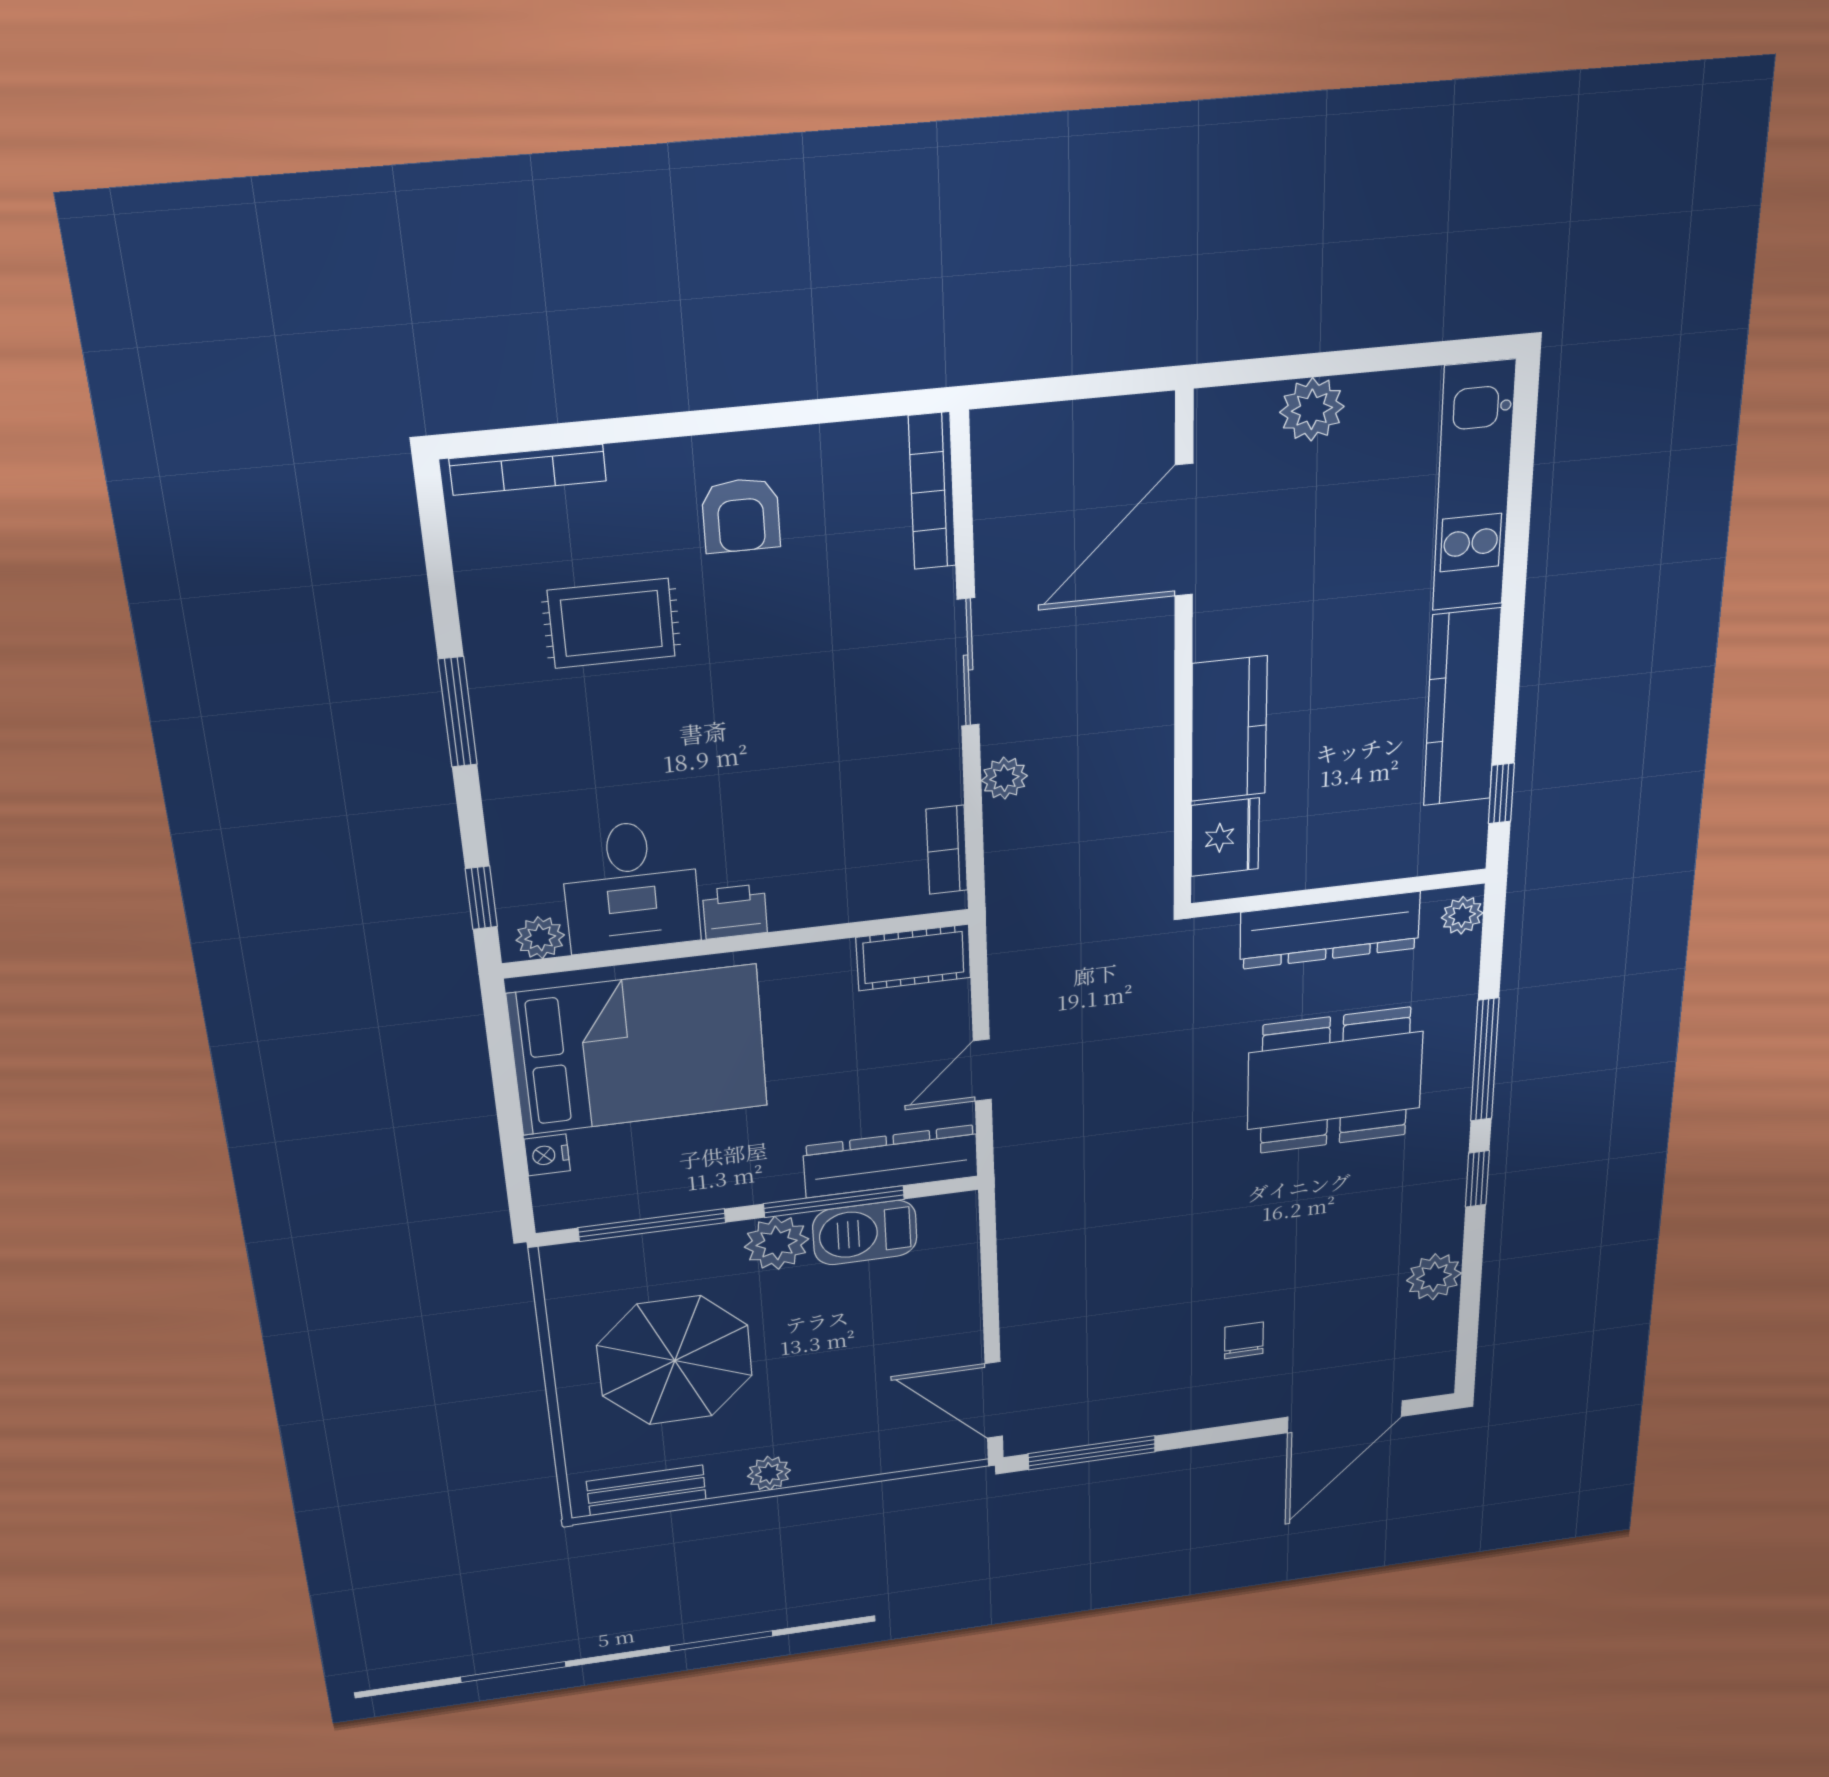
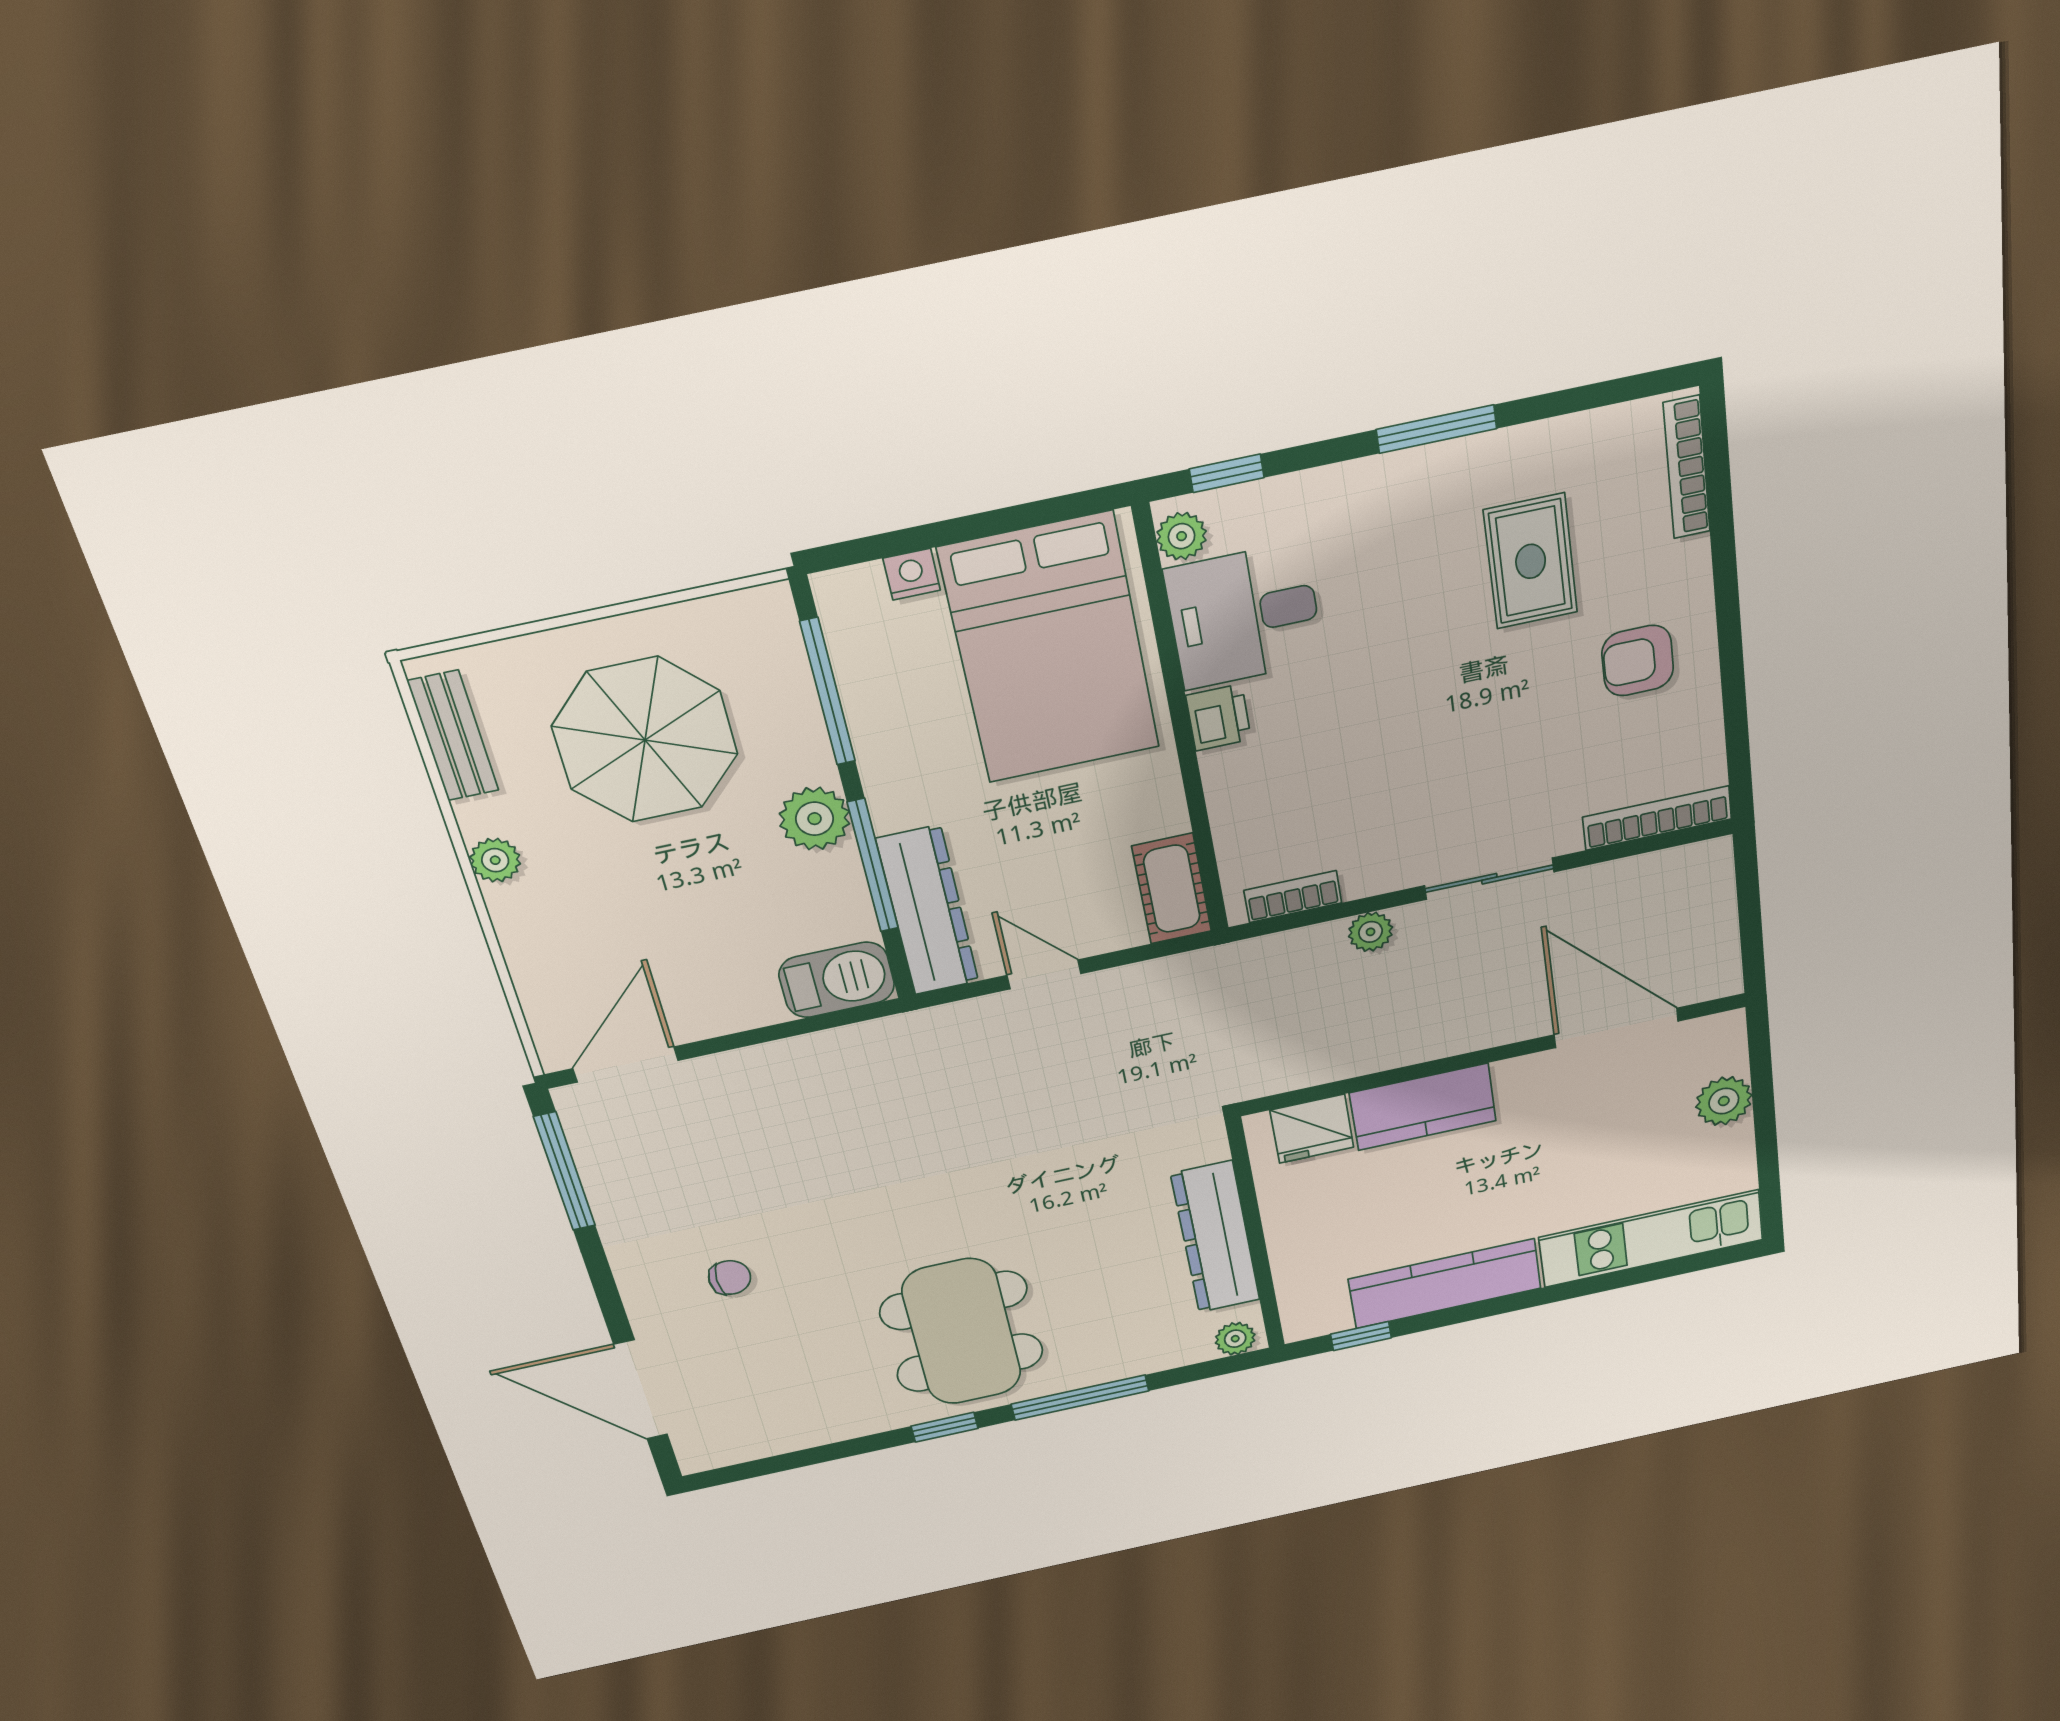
dining table: (1335, 1081) -> (962, 1332), moved
barbecue: (865, 1233) -> (837, 980), moved, turned 90
plant: (1434, 1277) -> (825, 1422), removed

